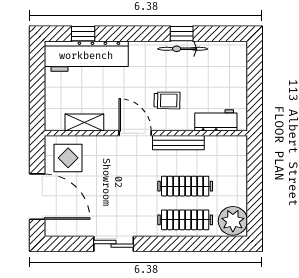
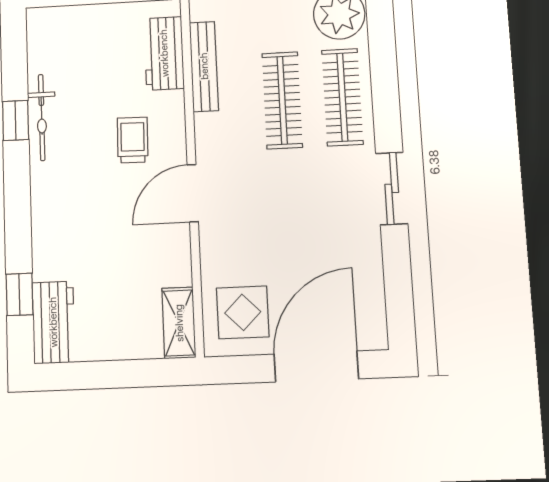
workbench: (86, 56) -> (53, 322), width x0.53, depth x0.76
shelving: (84, 122) -> (179, 323), moved
bench: (178, 143) -> (204, 66), moved
sliding door: (114, 244) -> (392, 188), moved

